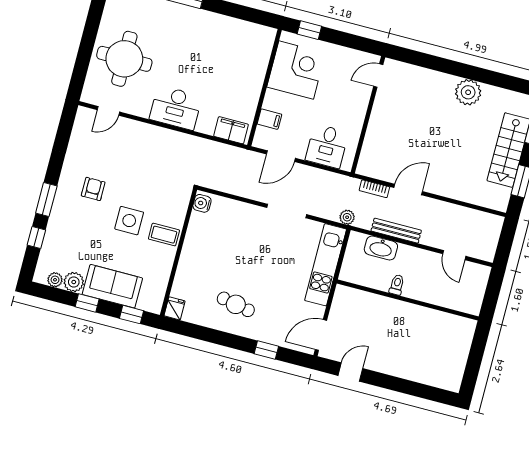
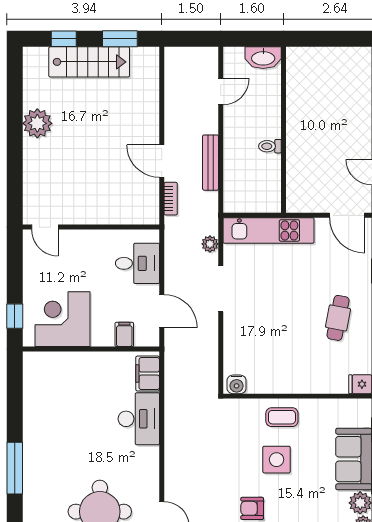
desk: (176, 108) -> (139, 419), moved
plant: (347, 217) -> (210, 244), moved
coffee table: (164, 235) -> (282, 417), turned 90
washbasin: (381, 248) -> (263, 58), moved, turned 90

